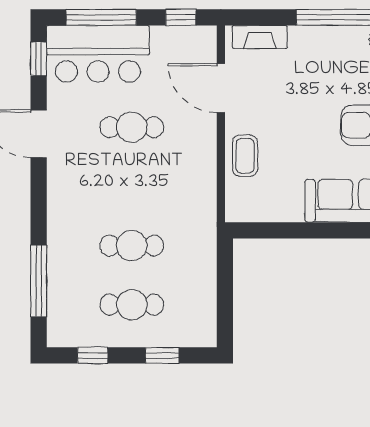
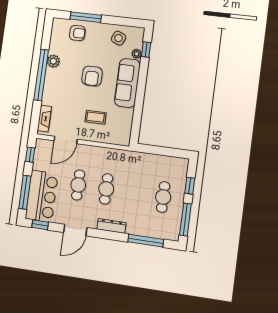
coffee table: (245, 156) -> (96, 117), moved
dresser: (58, 207) -> (111, 226), added
cafe table: (132, 246) -> (106, 189), moved
window: (93, 355) -> (185, 220), width x2.17

